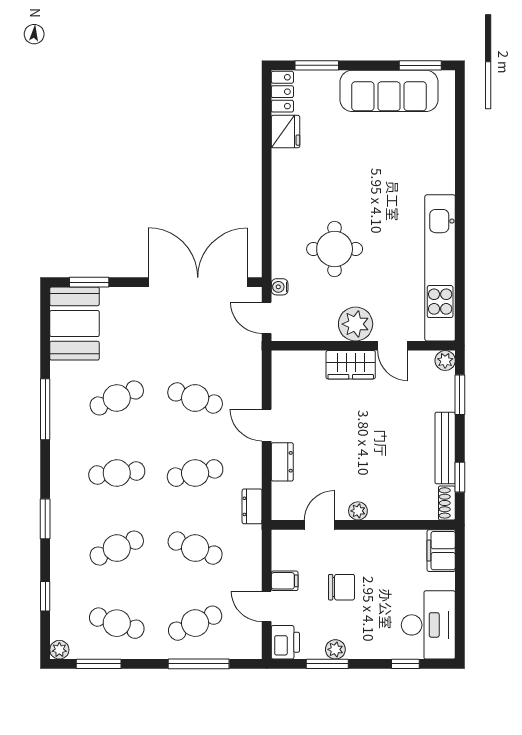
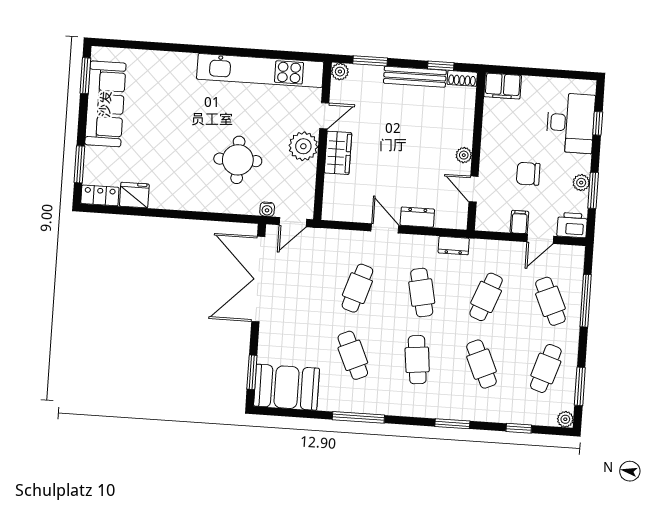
door: (267, 425) -> (385, 228), swing flipped
chair: (341, 587) -> (528, 174), turned -90
desk: (428, 625) -> (570, 123), moved, turned 90

